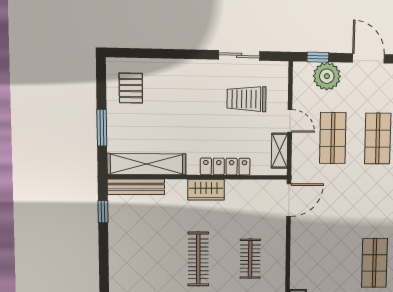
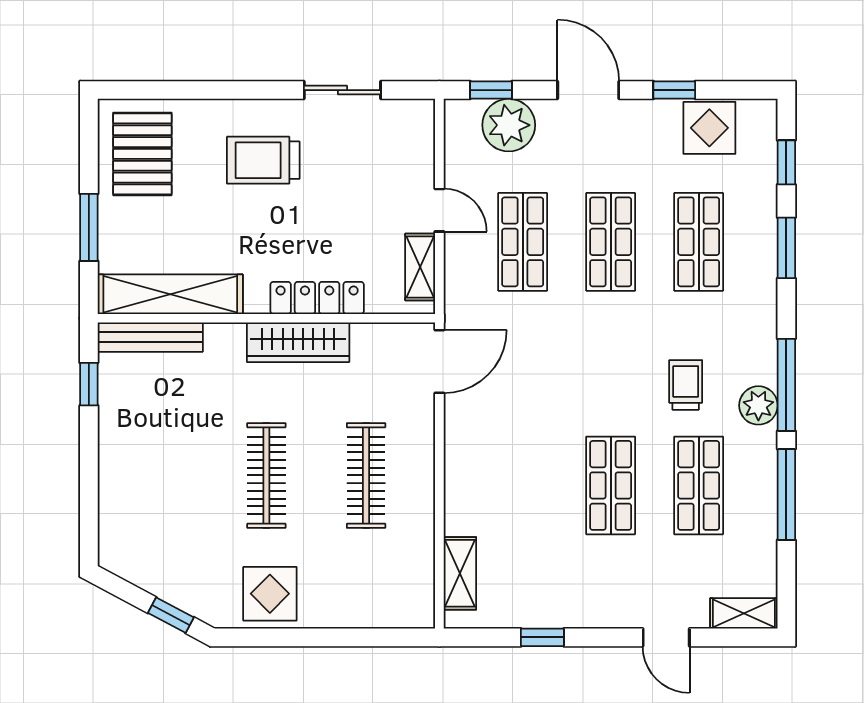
pallet: (131, 88) -> (142, 154), width x1.50, depth x1.42
trolley: (247, 99) -> (263, 160), moved
wardrobe: (206, 190) -> (298, 342), width x1.50
clothes rail: (250, 259) -> (366, 475), width x1.36

